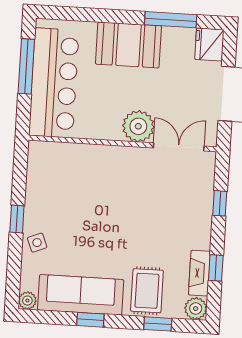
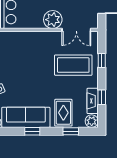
double door: (179, 147) -> (76, 30), swing flipped
coffee table: (169, 208) -> (73, 65), added

